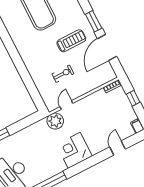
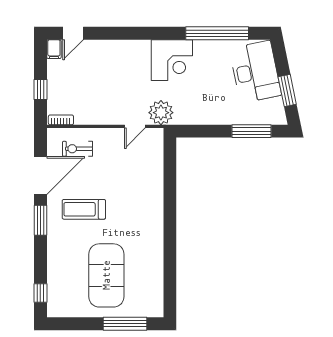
exercise bike: (63, 74) -> (78, 149), moved
door: (118, 148) -> (73, 33), moved
corner desk: (74, 150) -> (172, 60), moved

